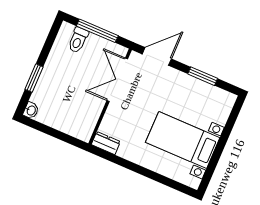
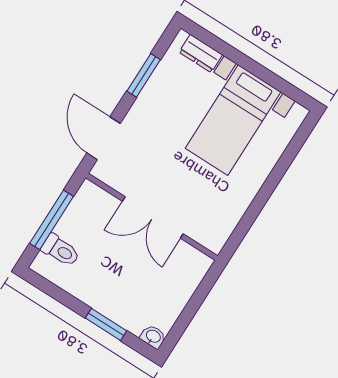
double door: (117, 80) -> (153, 217), moved
dresser: (106, 143) -> (201, 53), moved, turned -90

